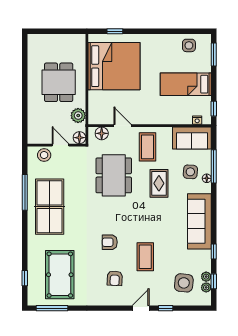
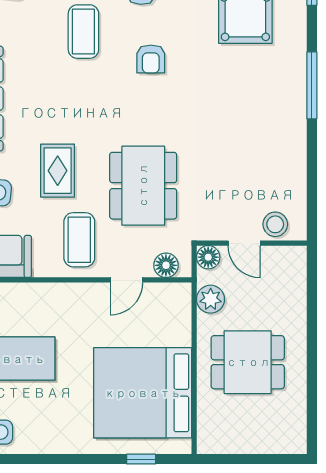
dining table: (59, 82) -> (248, 362), turned 90
door: (123, 126) -> (126, 280), hinge flipped
window: (25, 192) -> (312, 85), moved
table tennis table: (50, 207) -> (265, 126), removed
armchair: (110, 242) -> (151, 59), turned 90

